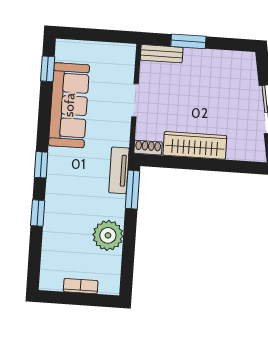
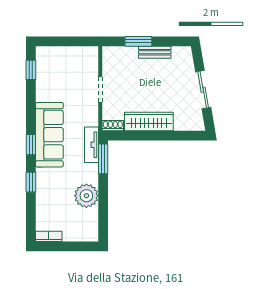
bench: (162, 54) -> (155, 52), moved
sofa: (69, 105) -> (49, 135), moved
bookcase: (81, 286) -> (49, 236), moved

